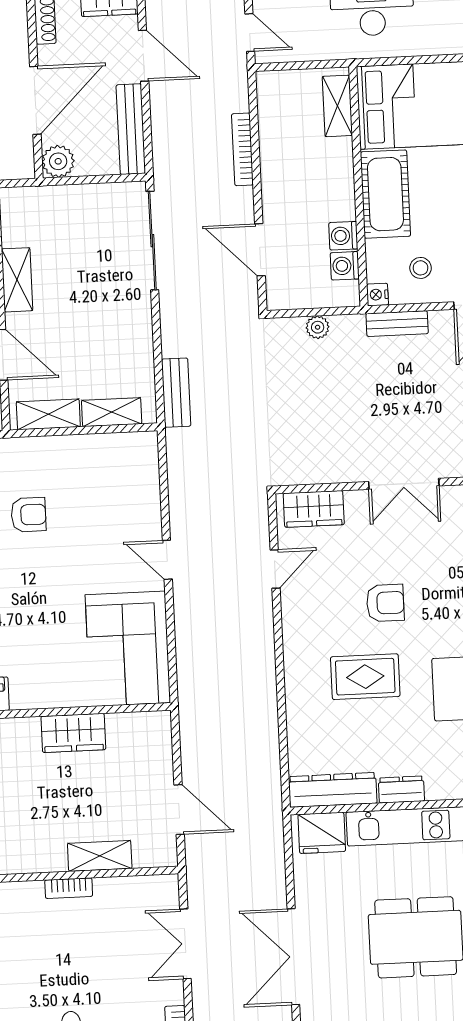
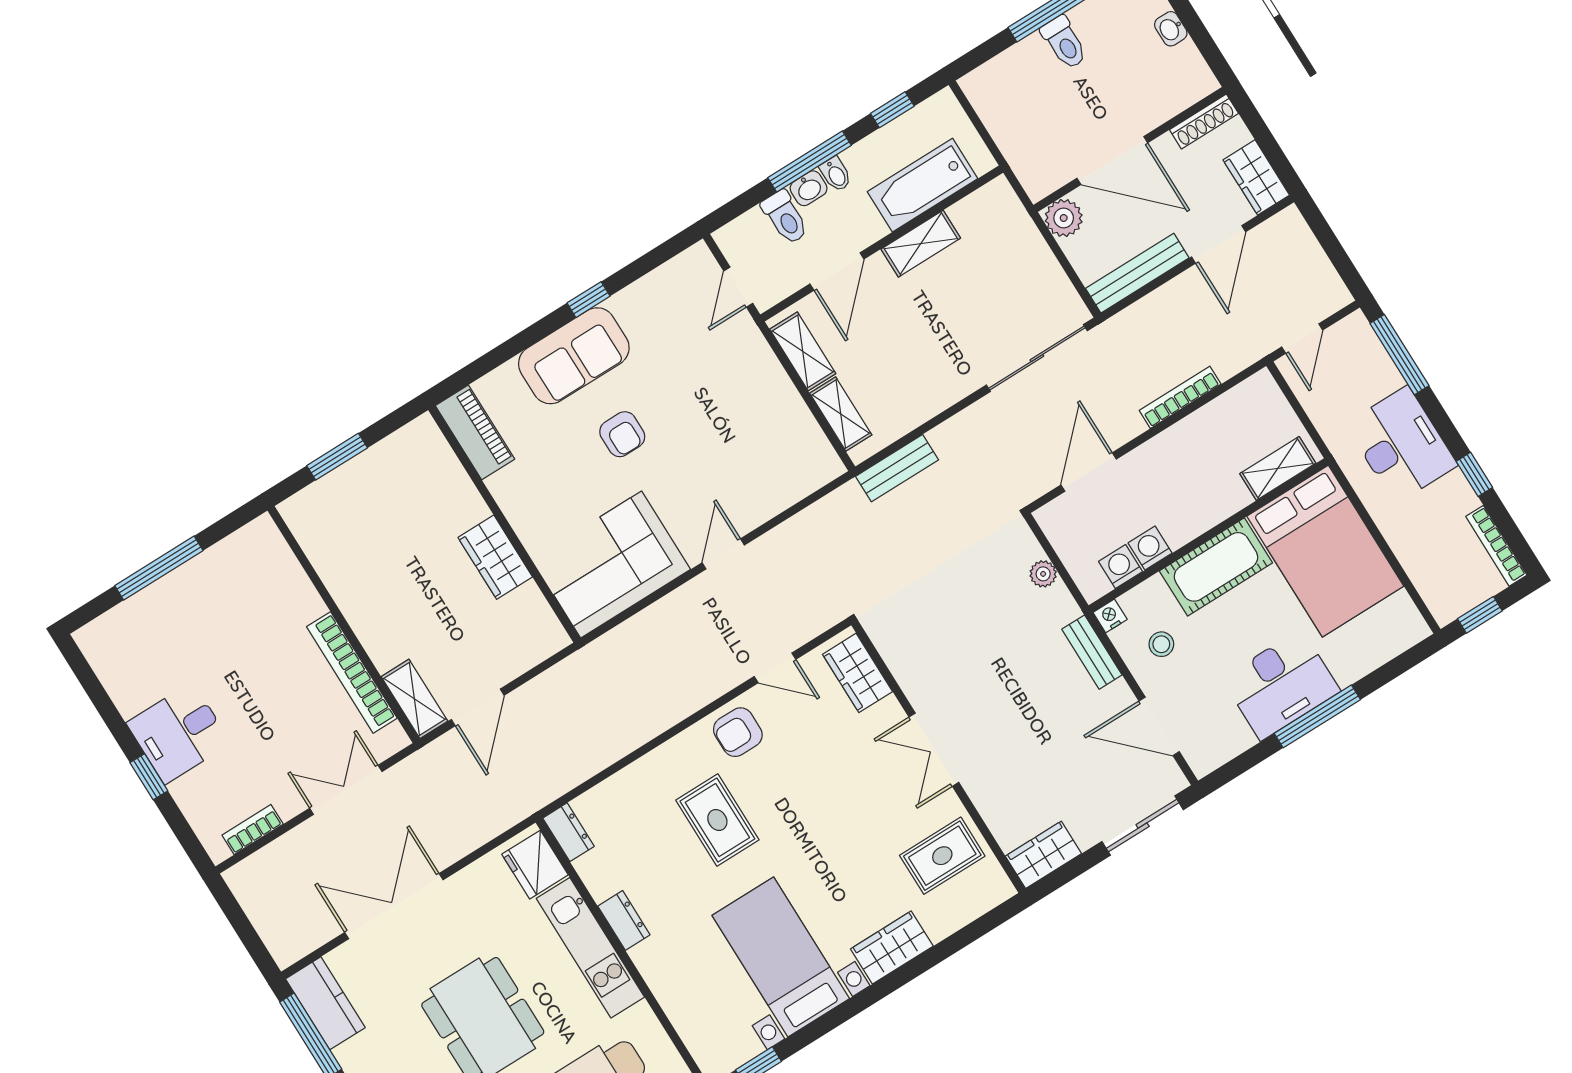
armchair: (29, 515) -> (622, 434), moved
armchair: (385, 603) -> (738, 732), moved, turned 90
dresser: (333, 790) -> (568, 832), width x0.51, depth x0.80
shelving: (100, 856) -> (414, 699), moved
bookcase: (69, 888) -> (352, 672), width x2.31, depth x1.31

